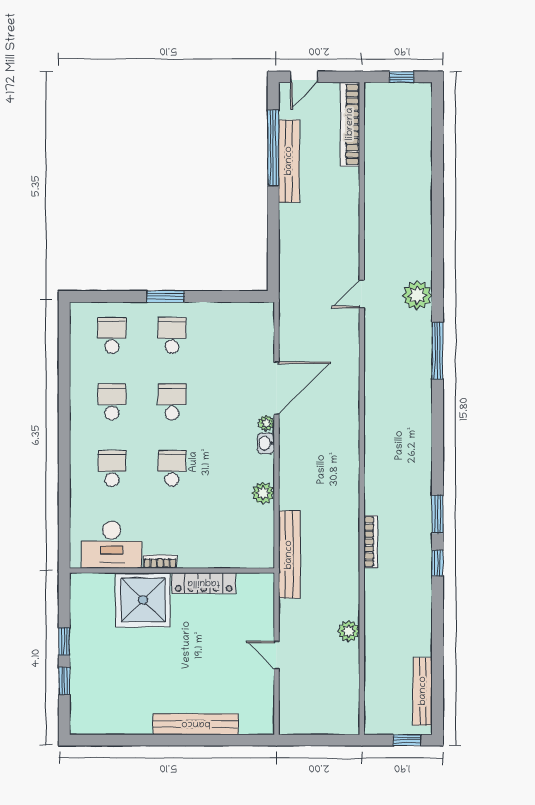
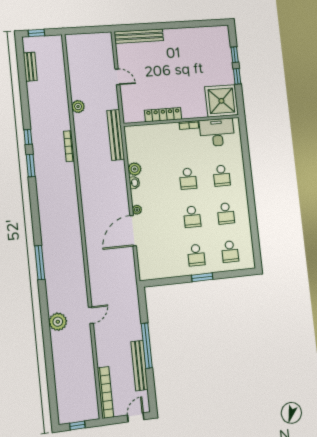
window: (273, 148) -> (147, 346), moved
door: (362, 294) -> (91, 315), moved
plant: (417, 295) -> (58, 322), moved
washbasin: (266, 443) -> (134, 183), moved
shower: (143, 600) -> (221, 101), moved
plant: (349, 631) -> (78, 107), moved
bench: (423, 691) -> (30, 67), width x0.73
bench: (196, 724) -> (139, 36), moved

